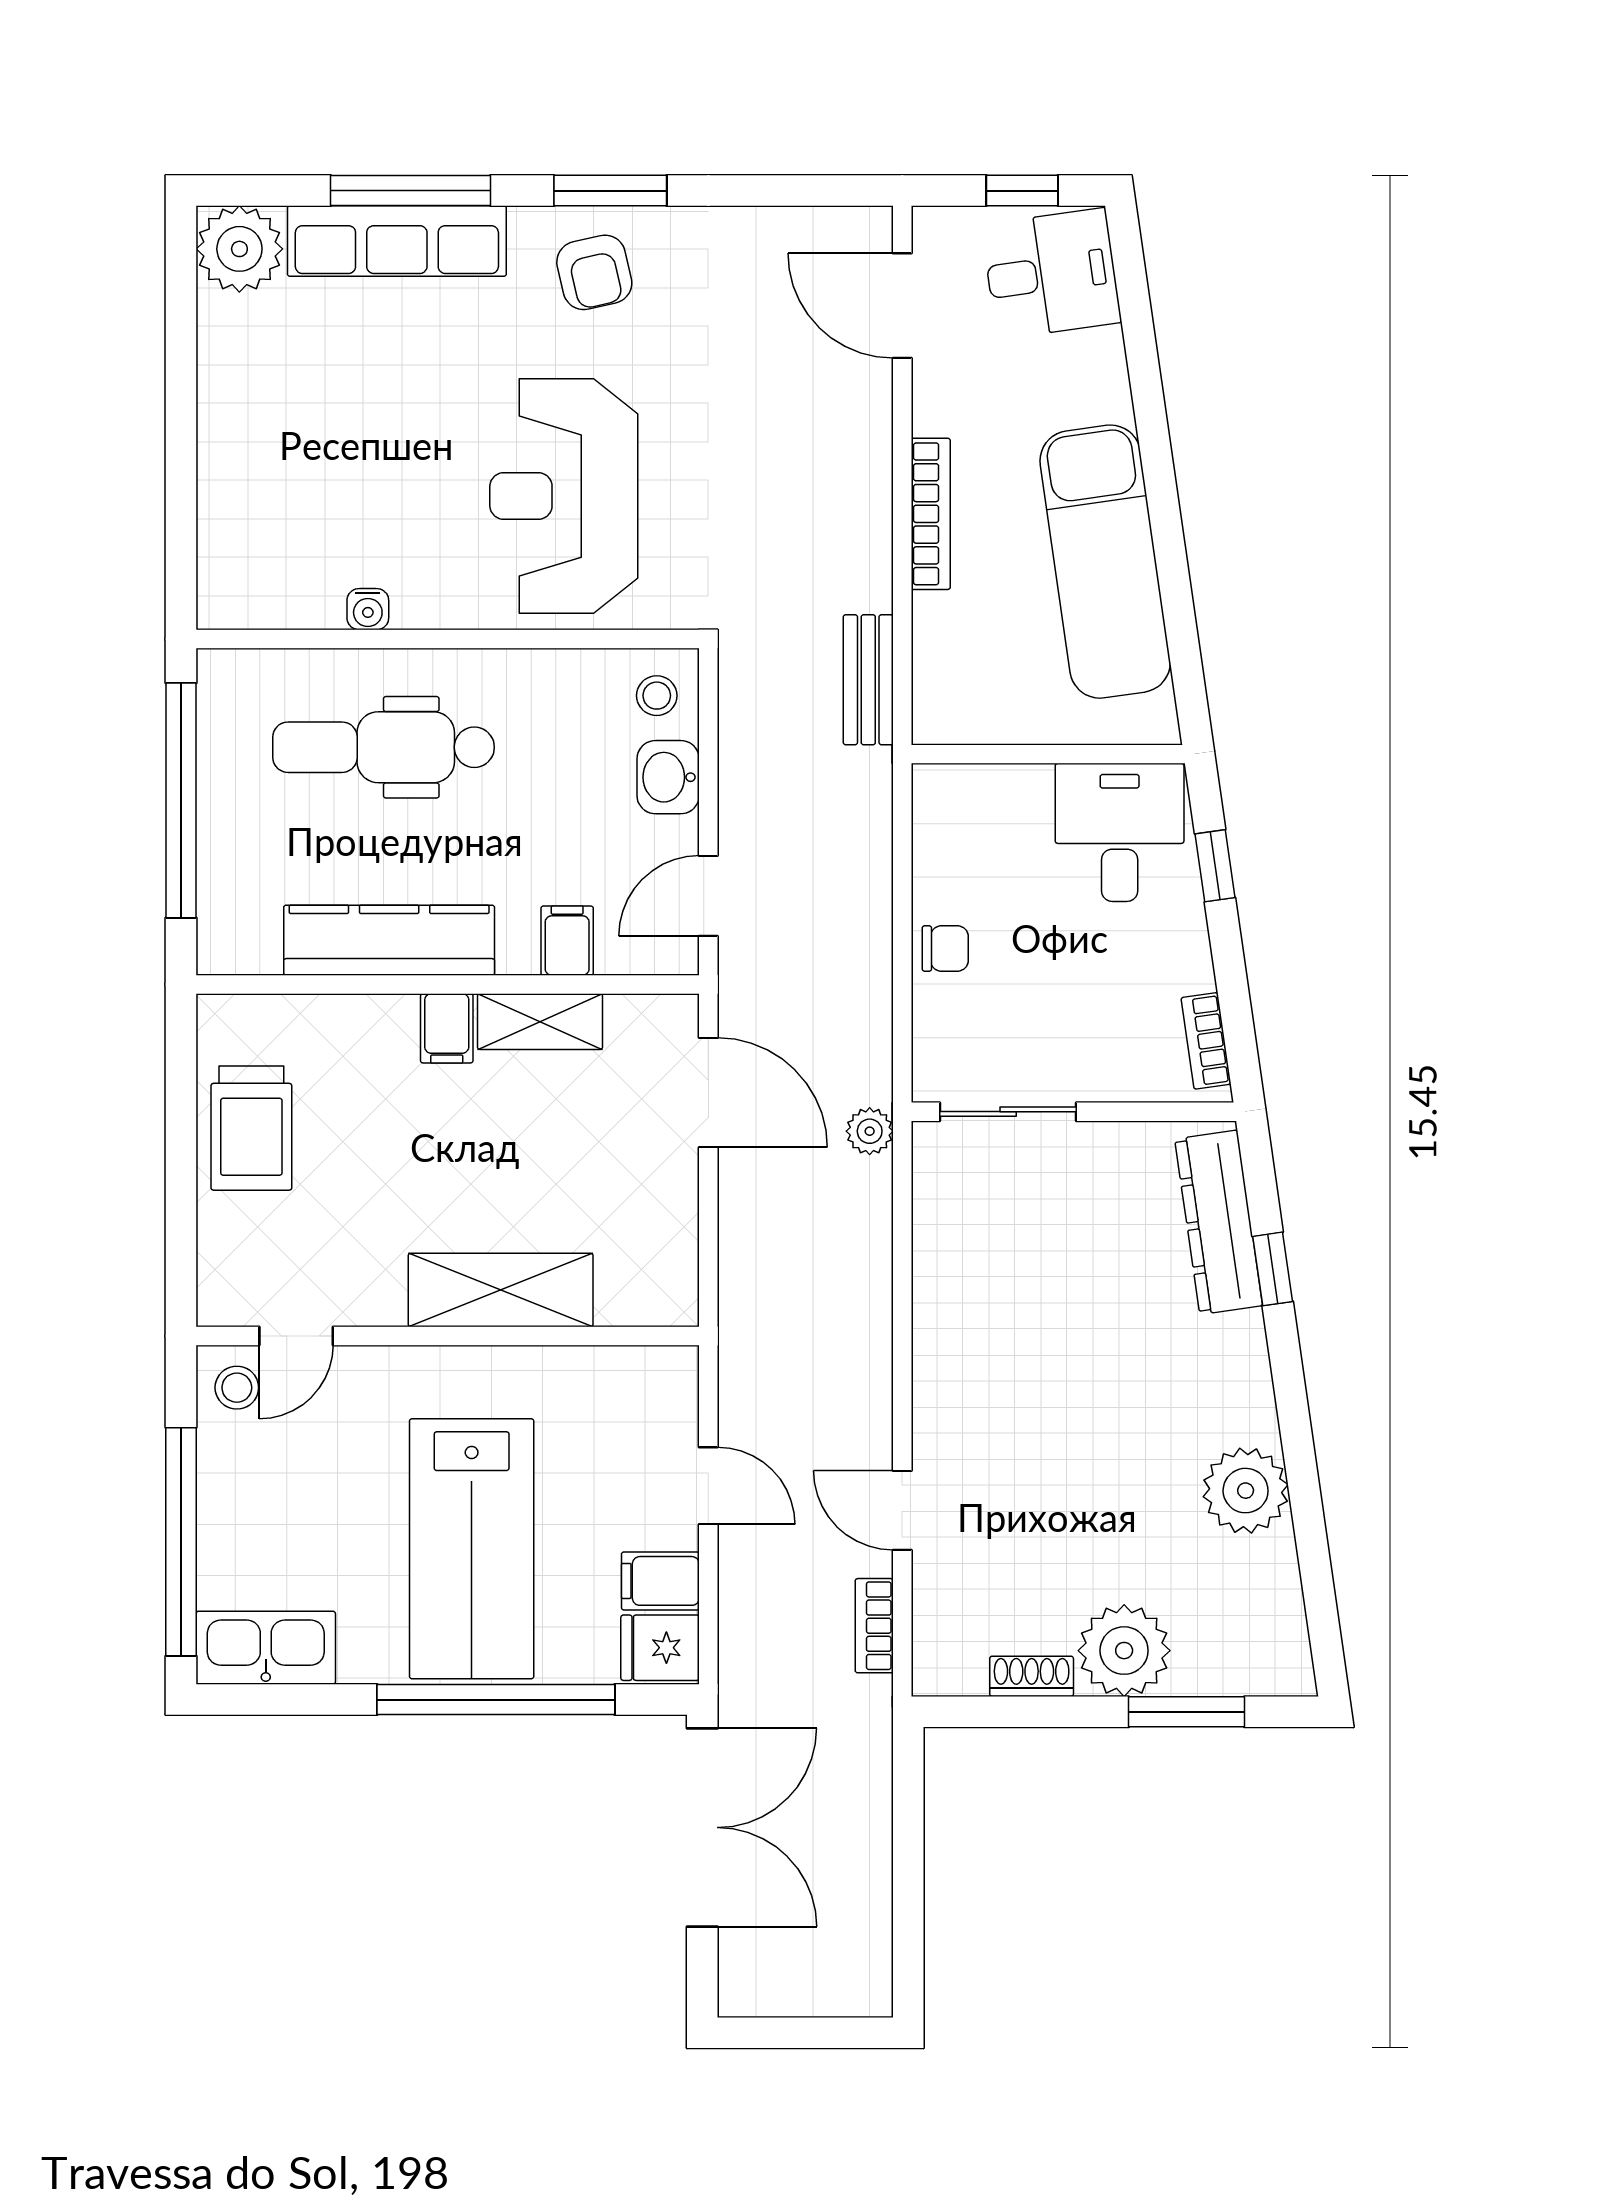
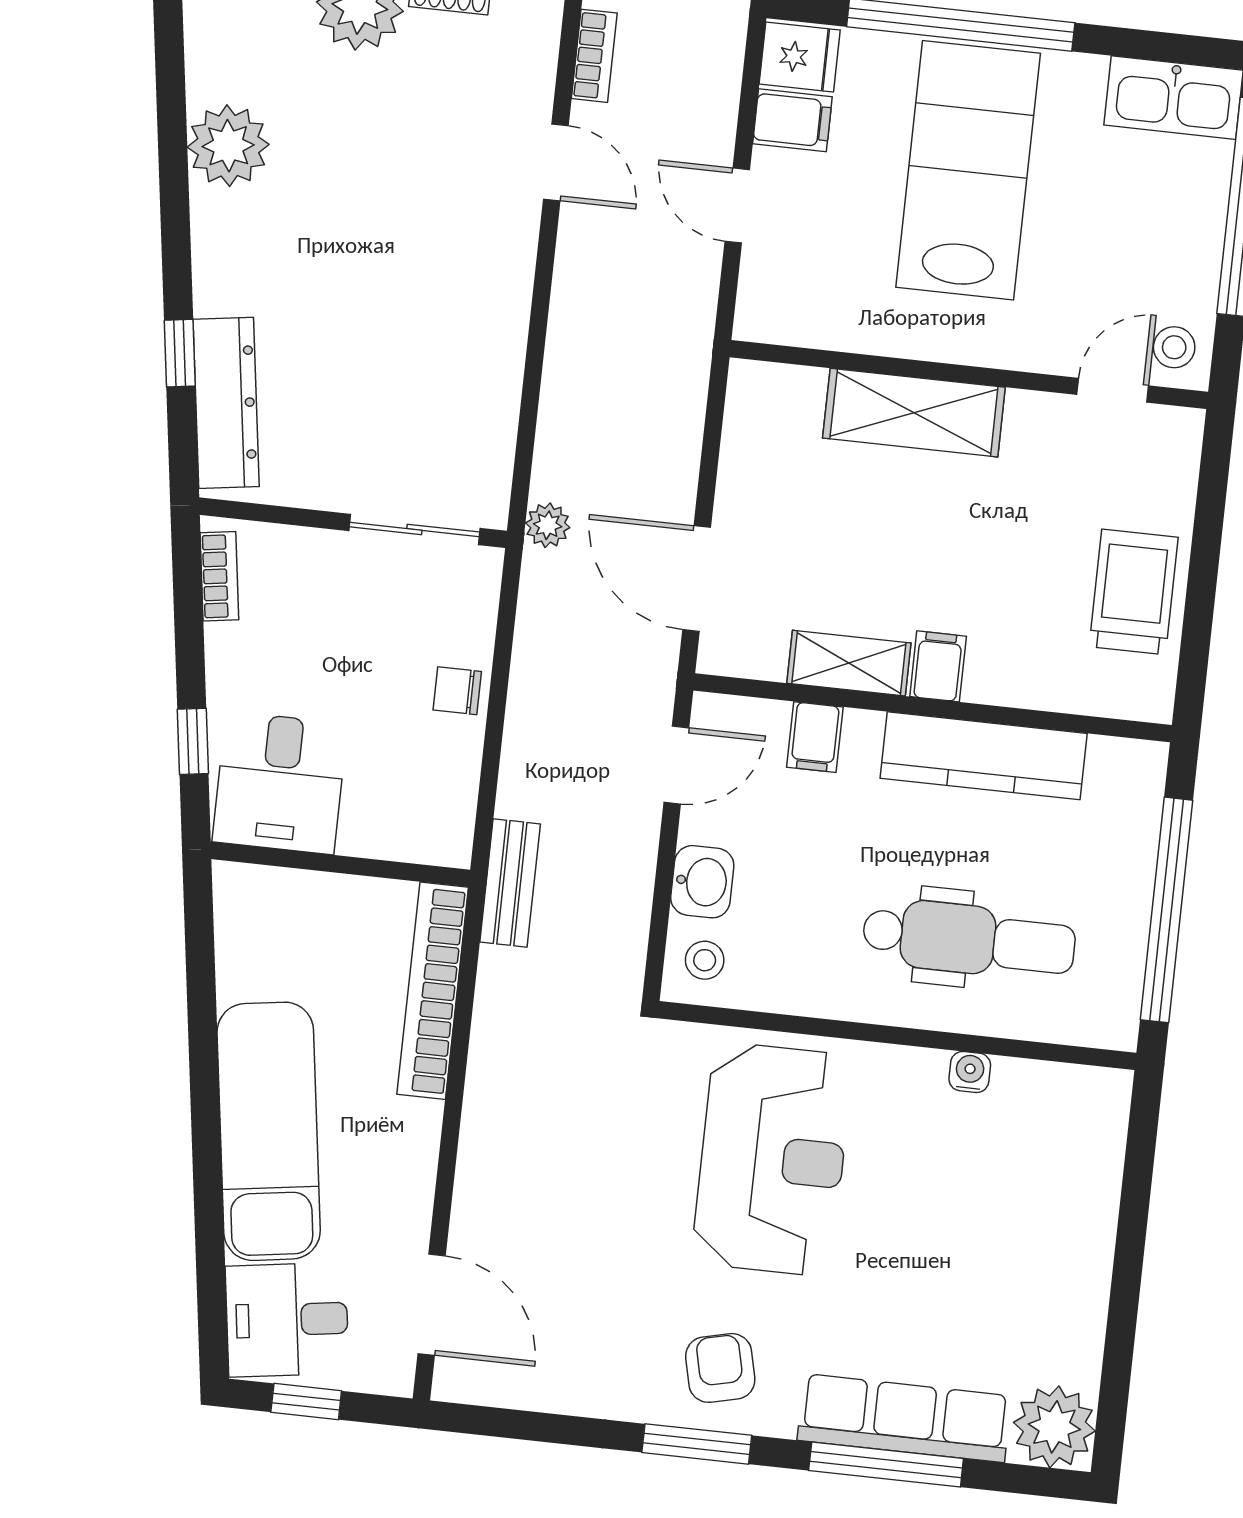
bookcase: (931, 514) -> (433, 991), moved, width x1.48, depth x1.31
exam couch: (1105, 562) -> (269, 1131), moved
bench: (868, 680) -> (510, 883), moved

